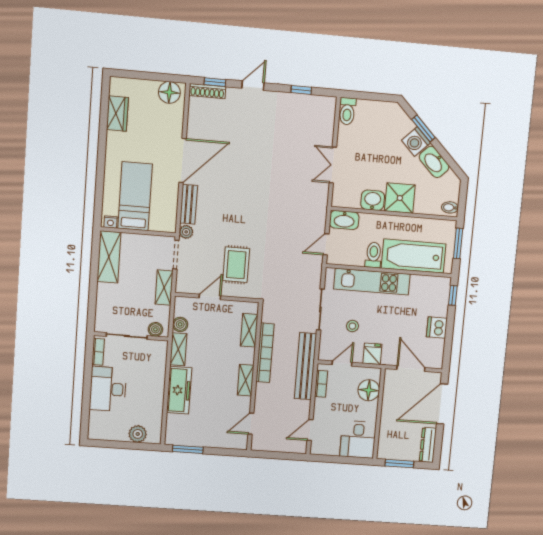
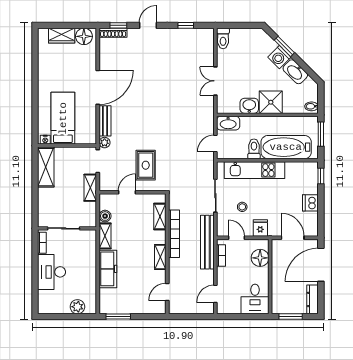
wardrobe: (117, 114) -> (62, 36), moved, turned 90
boiler: (155, 329) -> (86, 221), removed
door: (342, 363) -> (237, 238), hinge flipped

